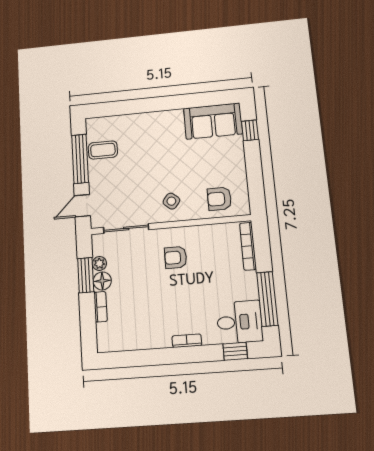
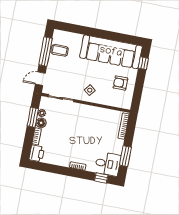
sofa: (213, 121) -> (111, 52), width x1.85, depth x1.27
armchair: (219, 199) -> (120, 83), moved
armchair: (176, 257) -> (84, 121), removed
window: (267, 299) -> (125, 156), width x0.69
printer: (108, 338) -> (37, 153), added

